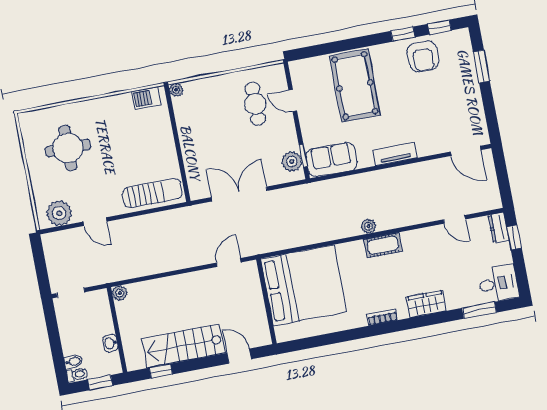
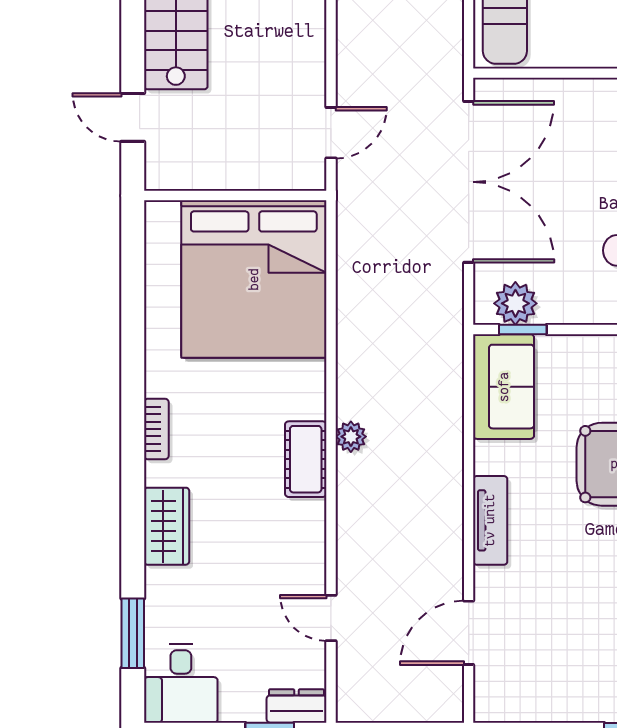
door: (466, 151) -> (469, 633), moved
double door: (239, 194) -> (469, 182), width x1.36
door: (455, 219) -> (331, 618), hinge flipped
door: (229, 262) -> (331, 133), hinge flipped
door: (239, 356) -> (133, 117), swing flipped

